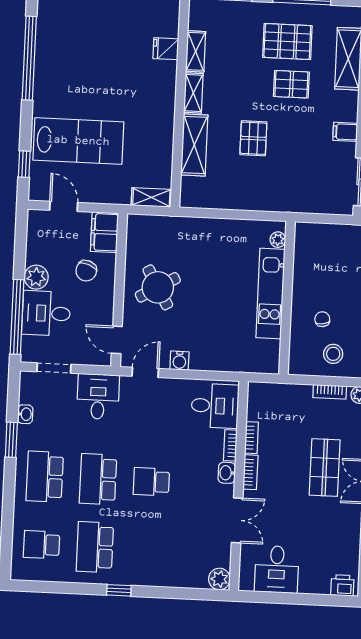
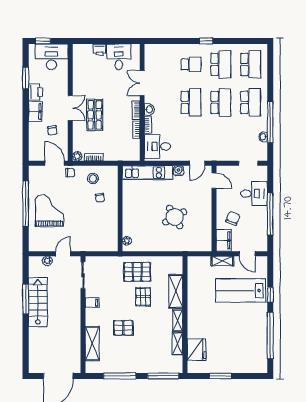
pallet: (287, 41) -> (137, 272), moved
fridge: (166, 49) -> (197, 349), width x1.88, depth x1.34
window: (24, 164) -> (270, 295), moved
shelving: (151, 197) -> (222, 261), moved
plant: (36, 277) -> (261, 214), removed
round table: (158, 287) -> (175, 217), moved
kitchen unit: (270, 294) -> (147, 173), moved, turned 90
window: (17, 317) -> (270, 214), moved
desk: (98, 397) -> (223, 149), removed
window: (11, 440) -> (270, 122), width x2.11
school desk: (151, 482) -> (191, 102), width x1.85
school desk: (42, 545) -> (251, 64), width x1.85
school desk: (148, 550) -> (191, 64), added
plant: (219, 579) -> (150, 50), removed
printer: (342, 585) -> (100, 50), moved

